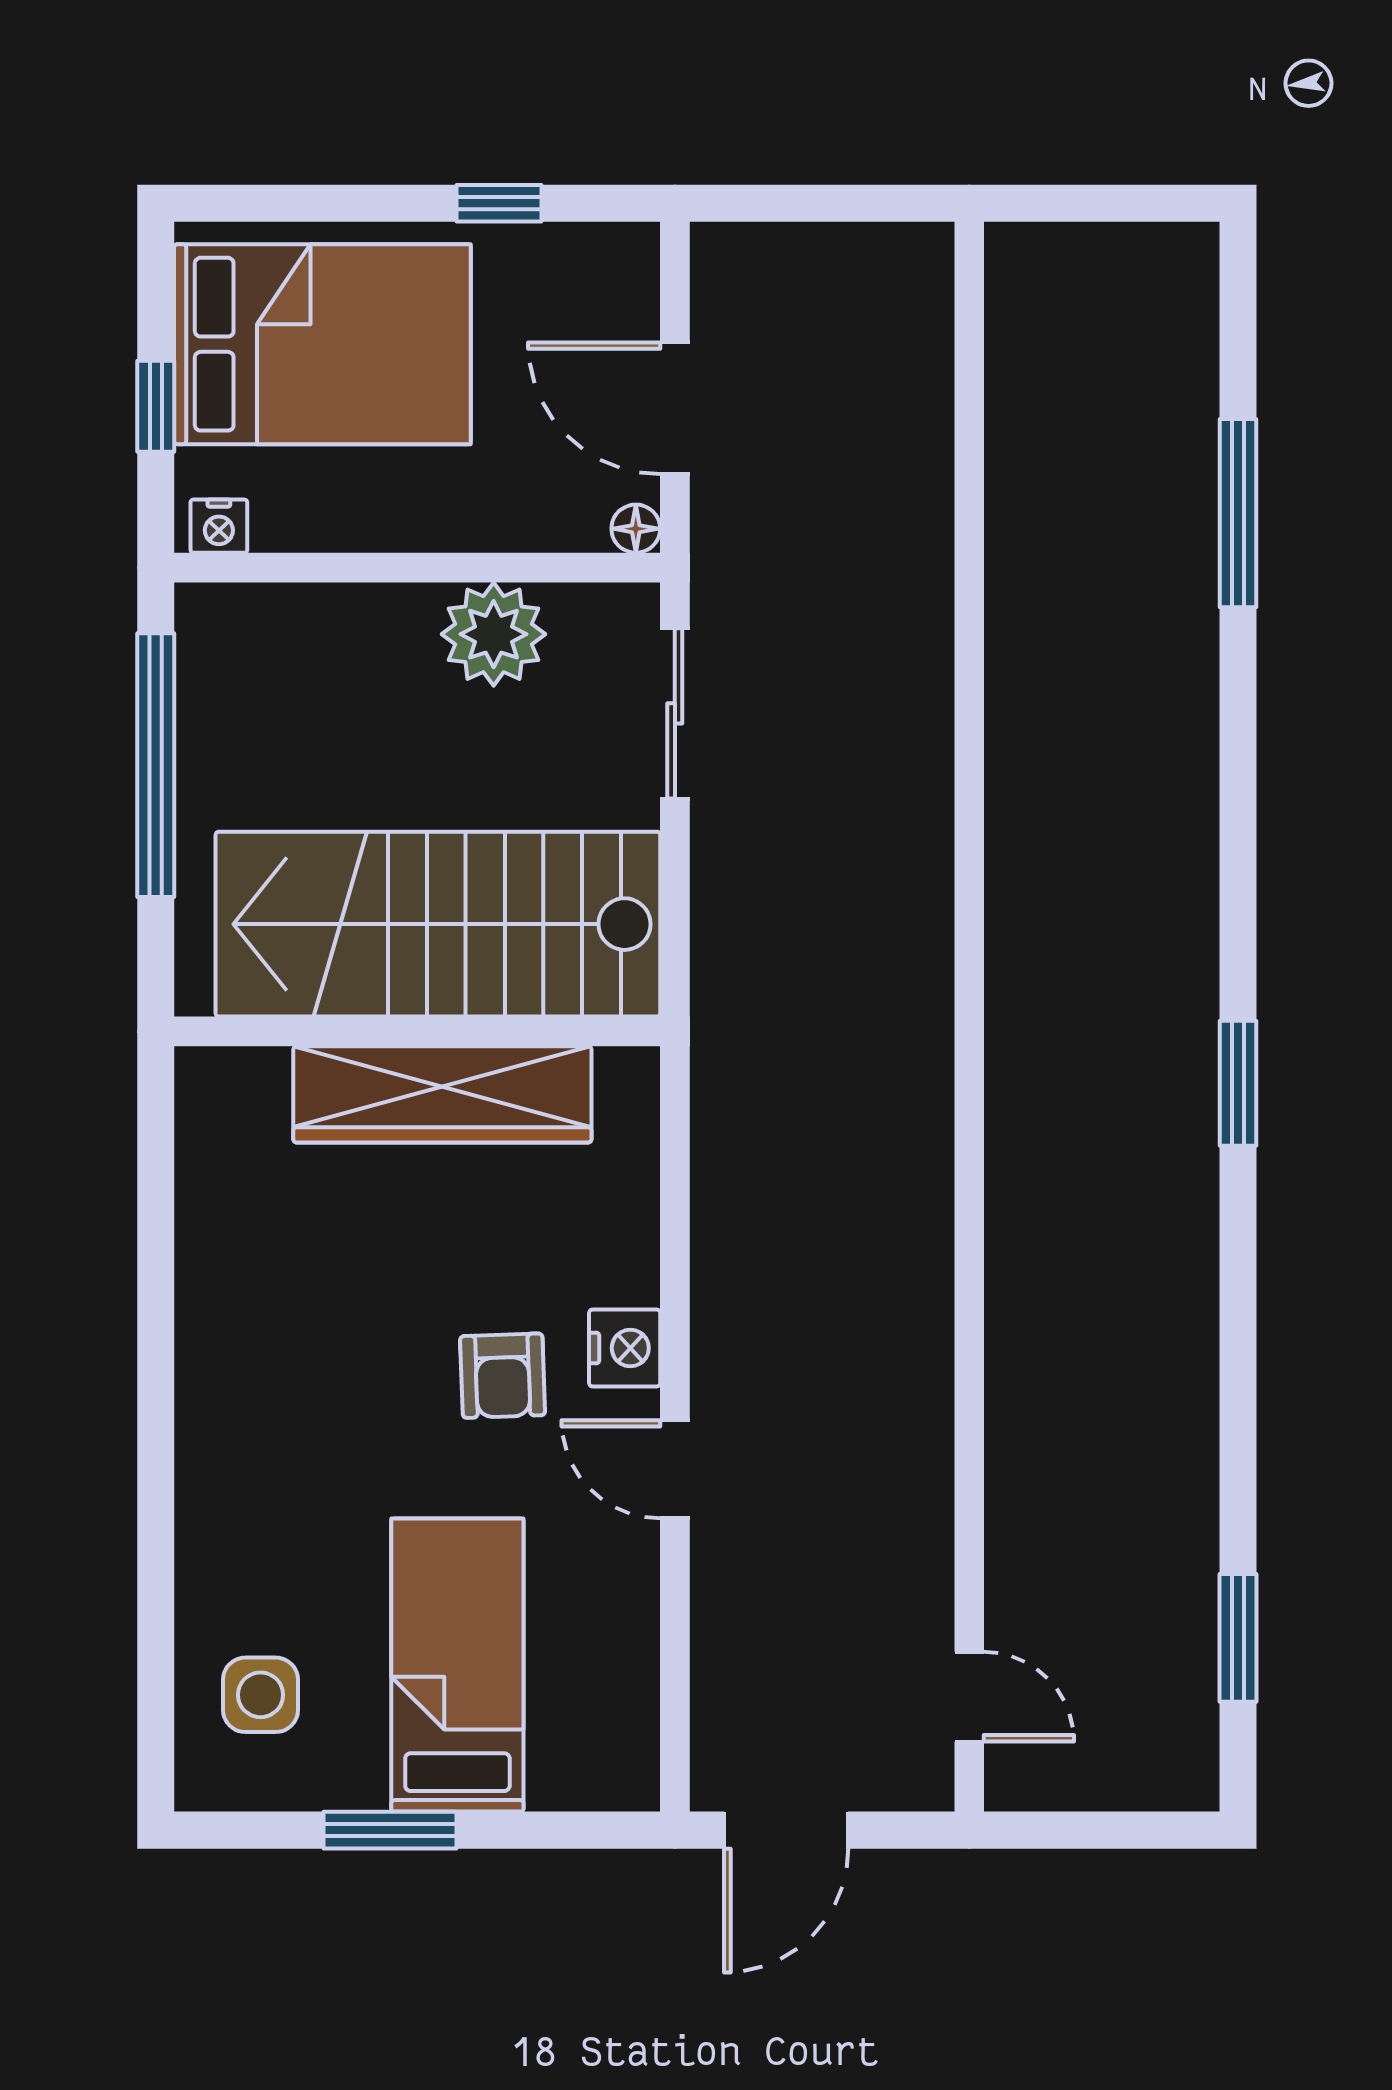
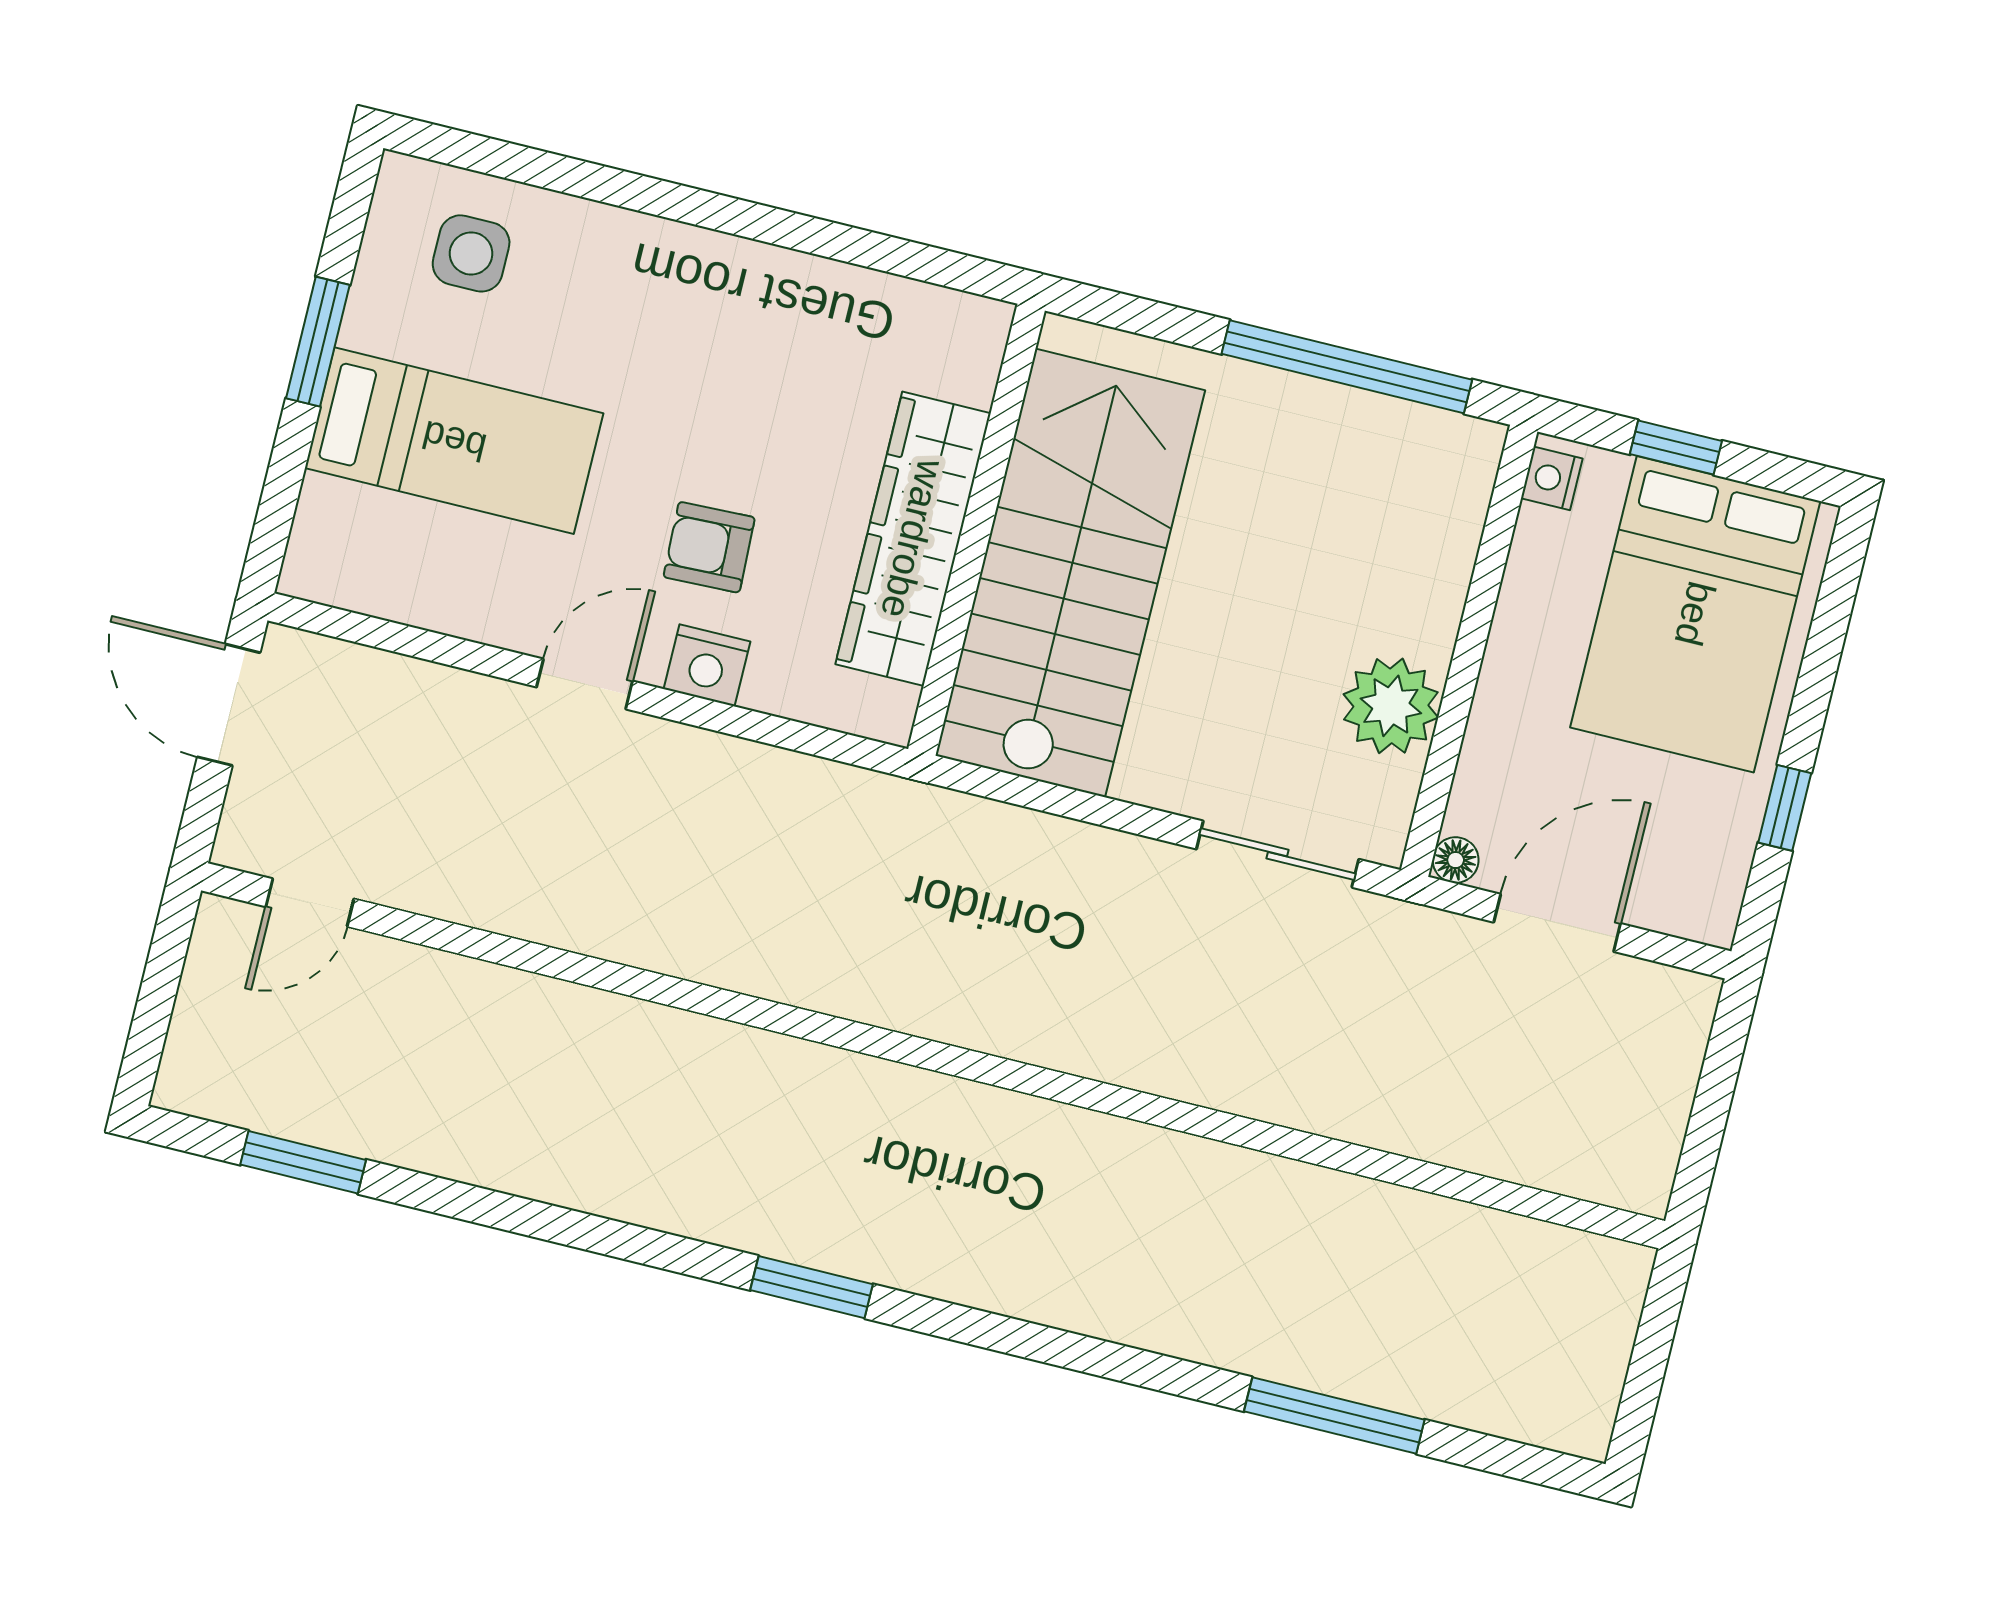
stairs: (438, 924) -> (1070, 573), moved
wall: (417, 1031) -> (976, 530), moved
wardrobe: (442, 1094) -> (913, 539), moved

